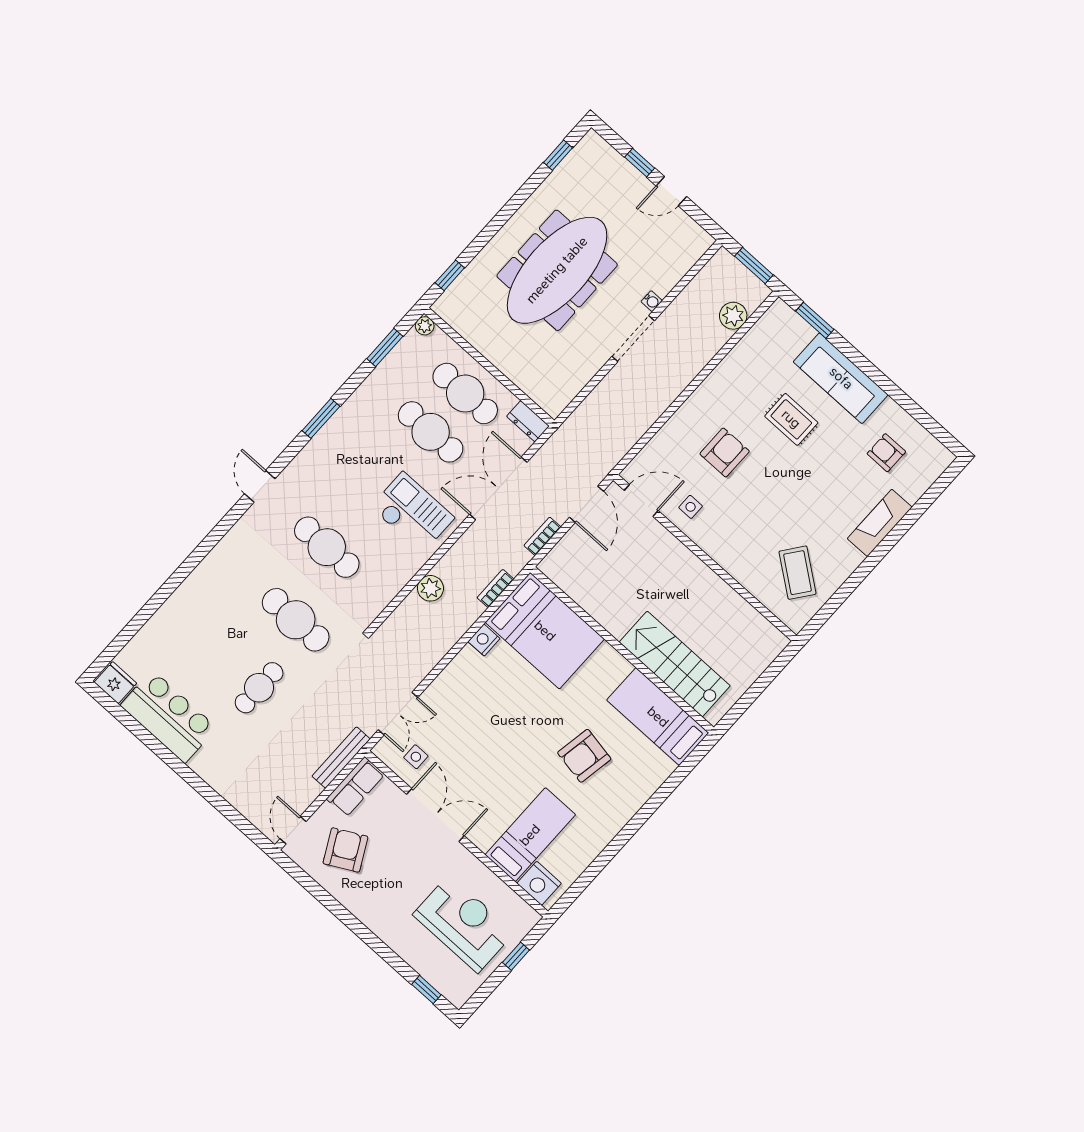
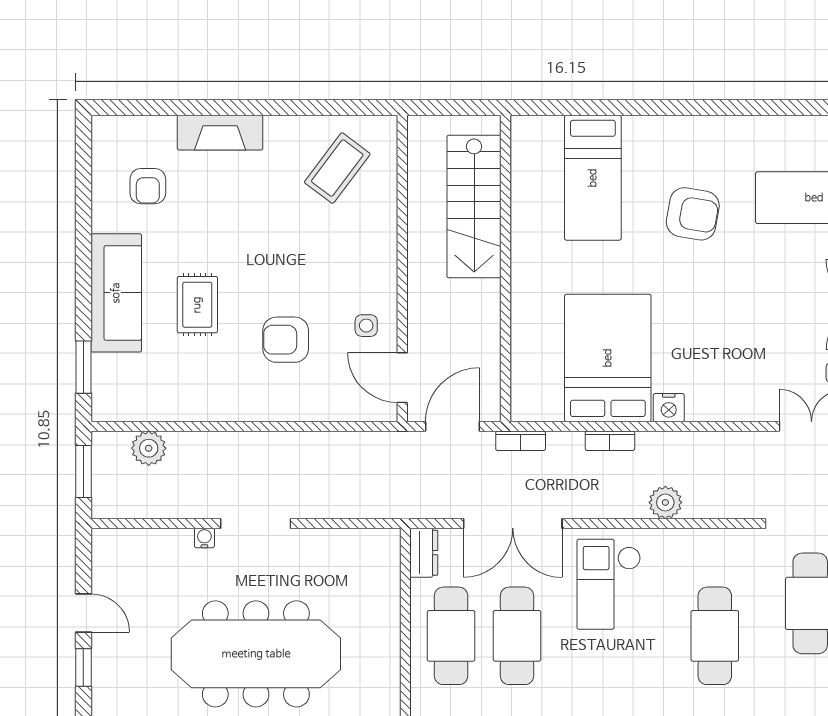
wall: (622, 650) -> (506, 268), moved
stairs: (675, 664) -> (474, 206), moved

